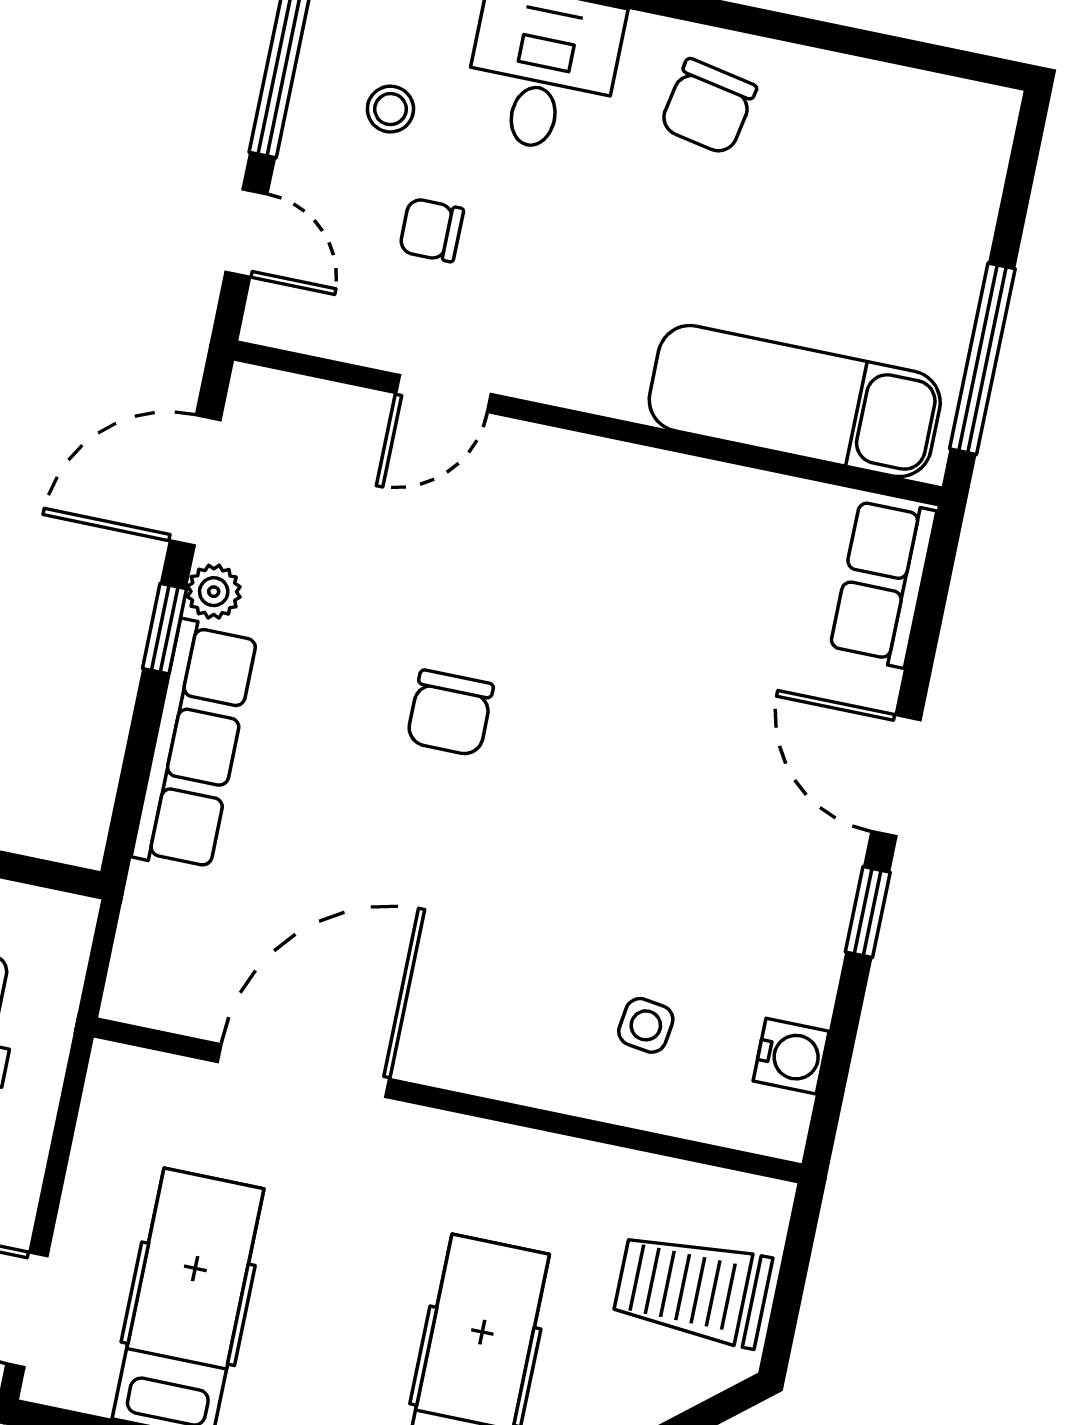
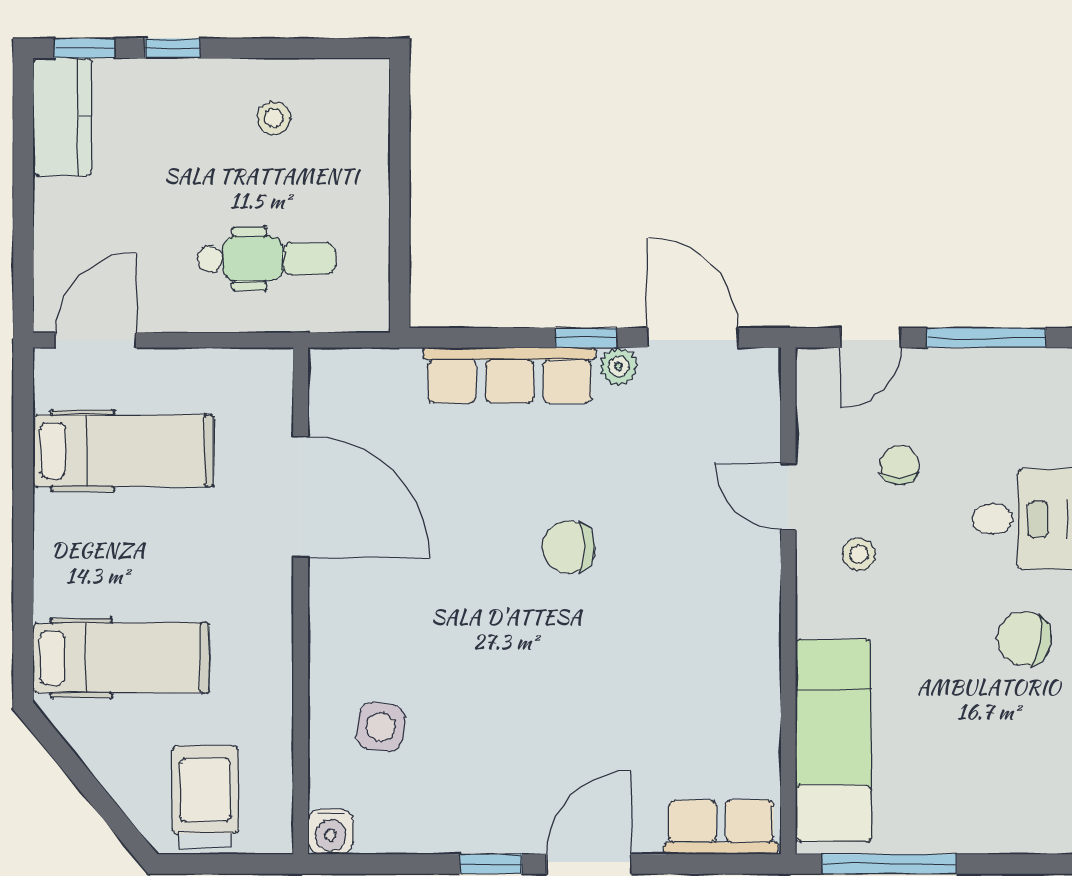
stool: (390, 109) -> (859, 554), moved
side table: (646, 1025) -> (381, 727), width x1.37, depth x1.37
water cooler: (791, 1056) -> (331, 832), moved

